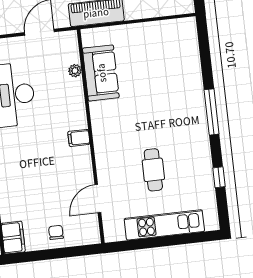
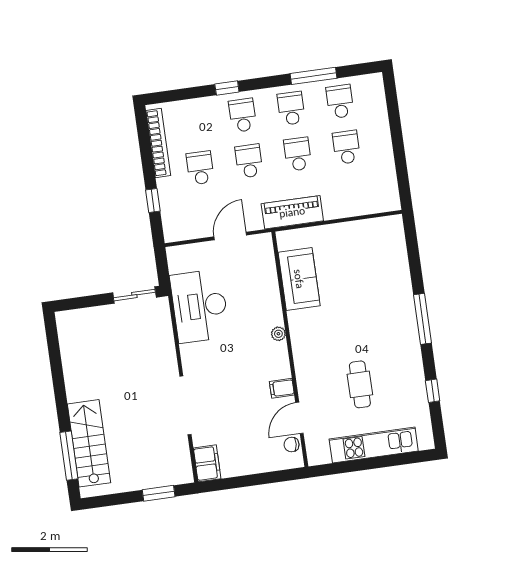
plant: (75, 71) -> (278, 334), moved
filing cabinet: (79, 138) -> (282, 388), moved
chair: (56, 232) -> (292, 445), moved, turned -85

